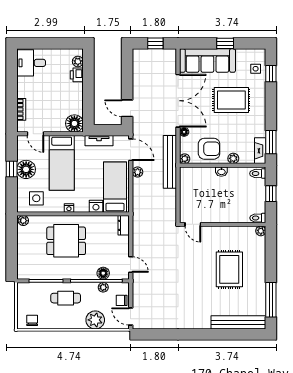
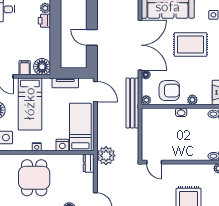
door: (127, 108) -> (92, 37), moved
filing cabinet: (56, 125) -> (25, 68), added
plant: (138, 172) -> (106, 156), moved, width x1.87, depth x1.87
dining table: (66, 241) -> (34, 178), turned 90

